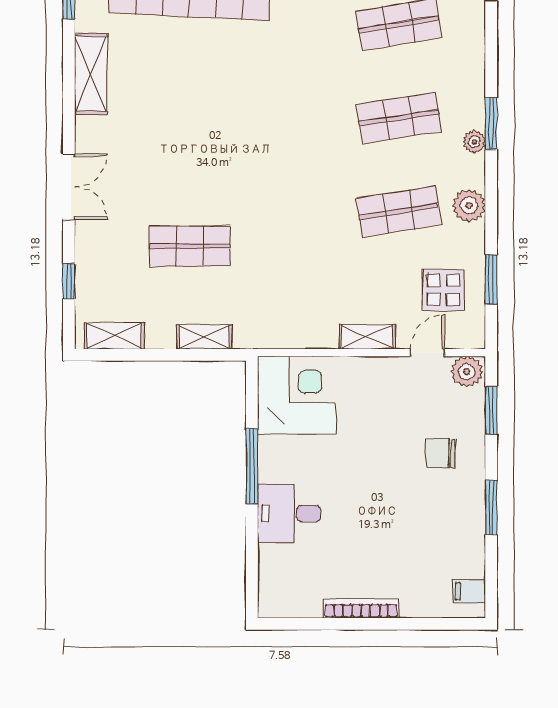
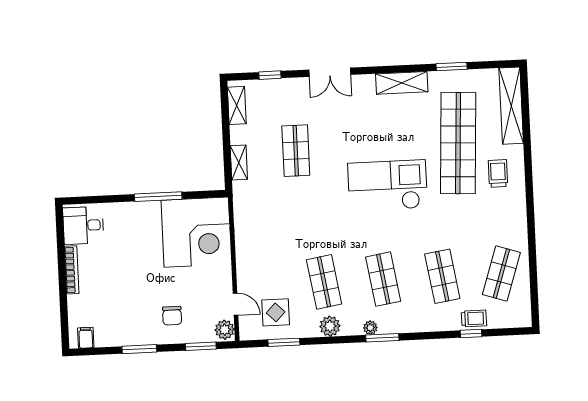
checkout: (251, 104) -> (388, 185), added
shelving: (367, 337) -> (244, 266), removed
corner desk: (297, 395) -> (196, 232), width x1.36, depth x1.36
chair: (441, 453) -> (172, 316), turned 180
desk: (289, 513) -> (83, 225), moved, turned -90

